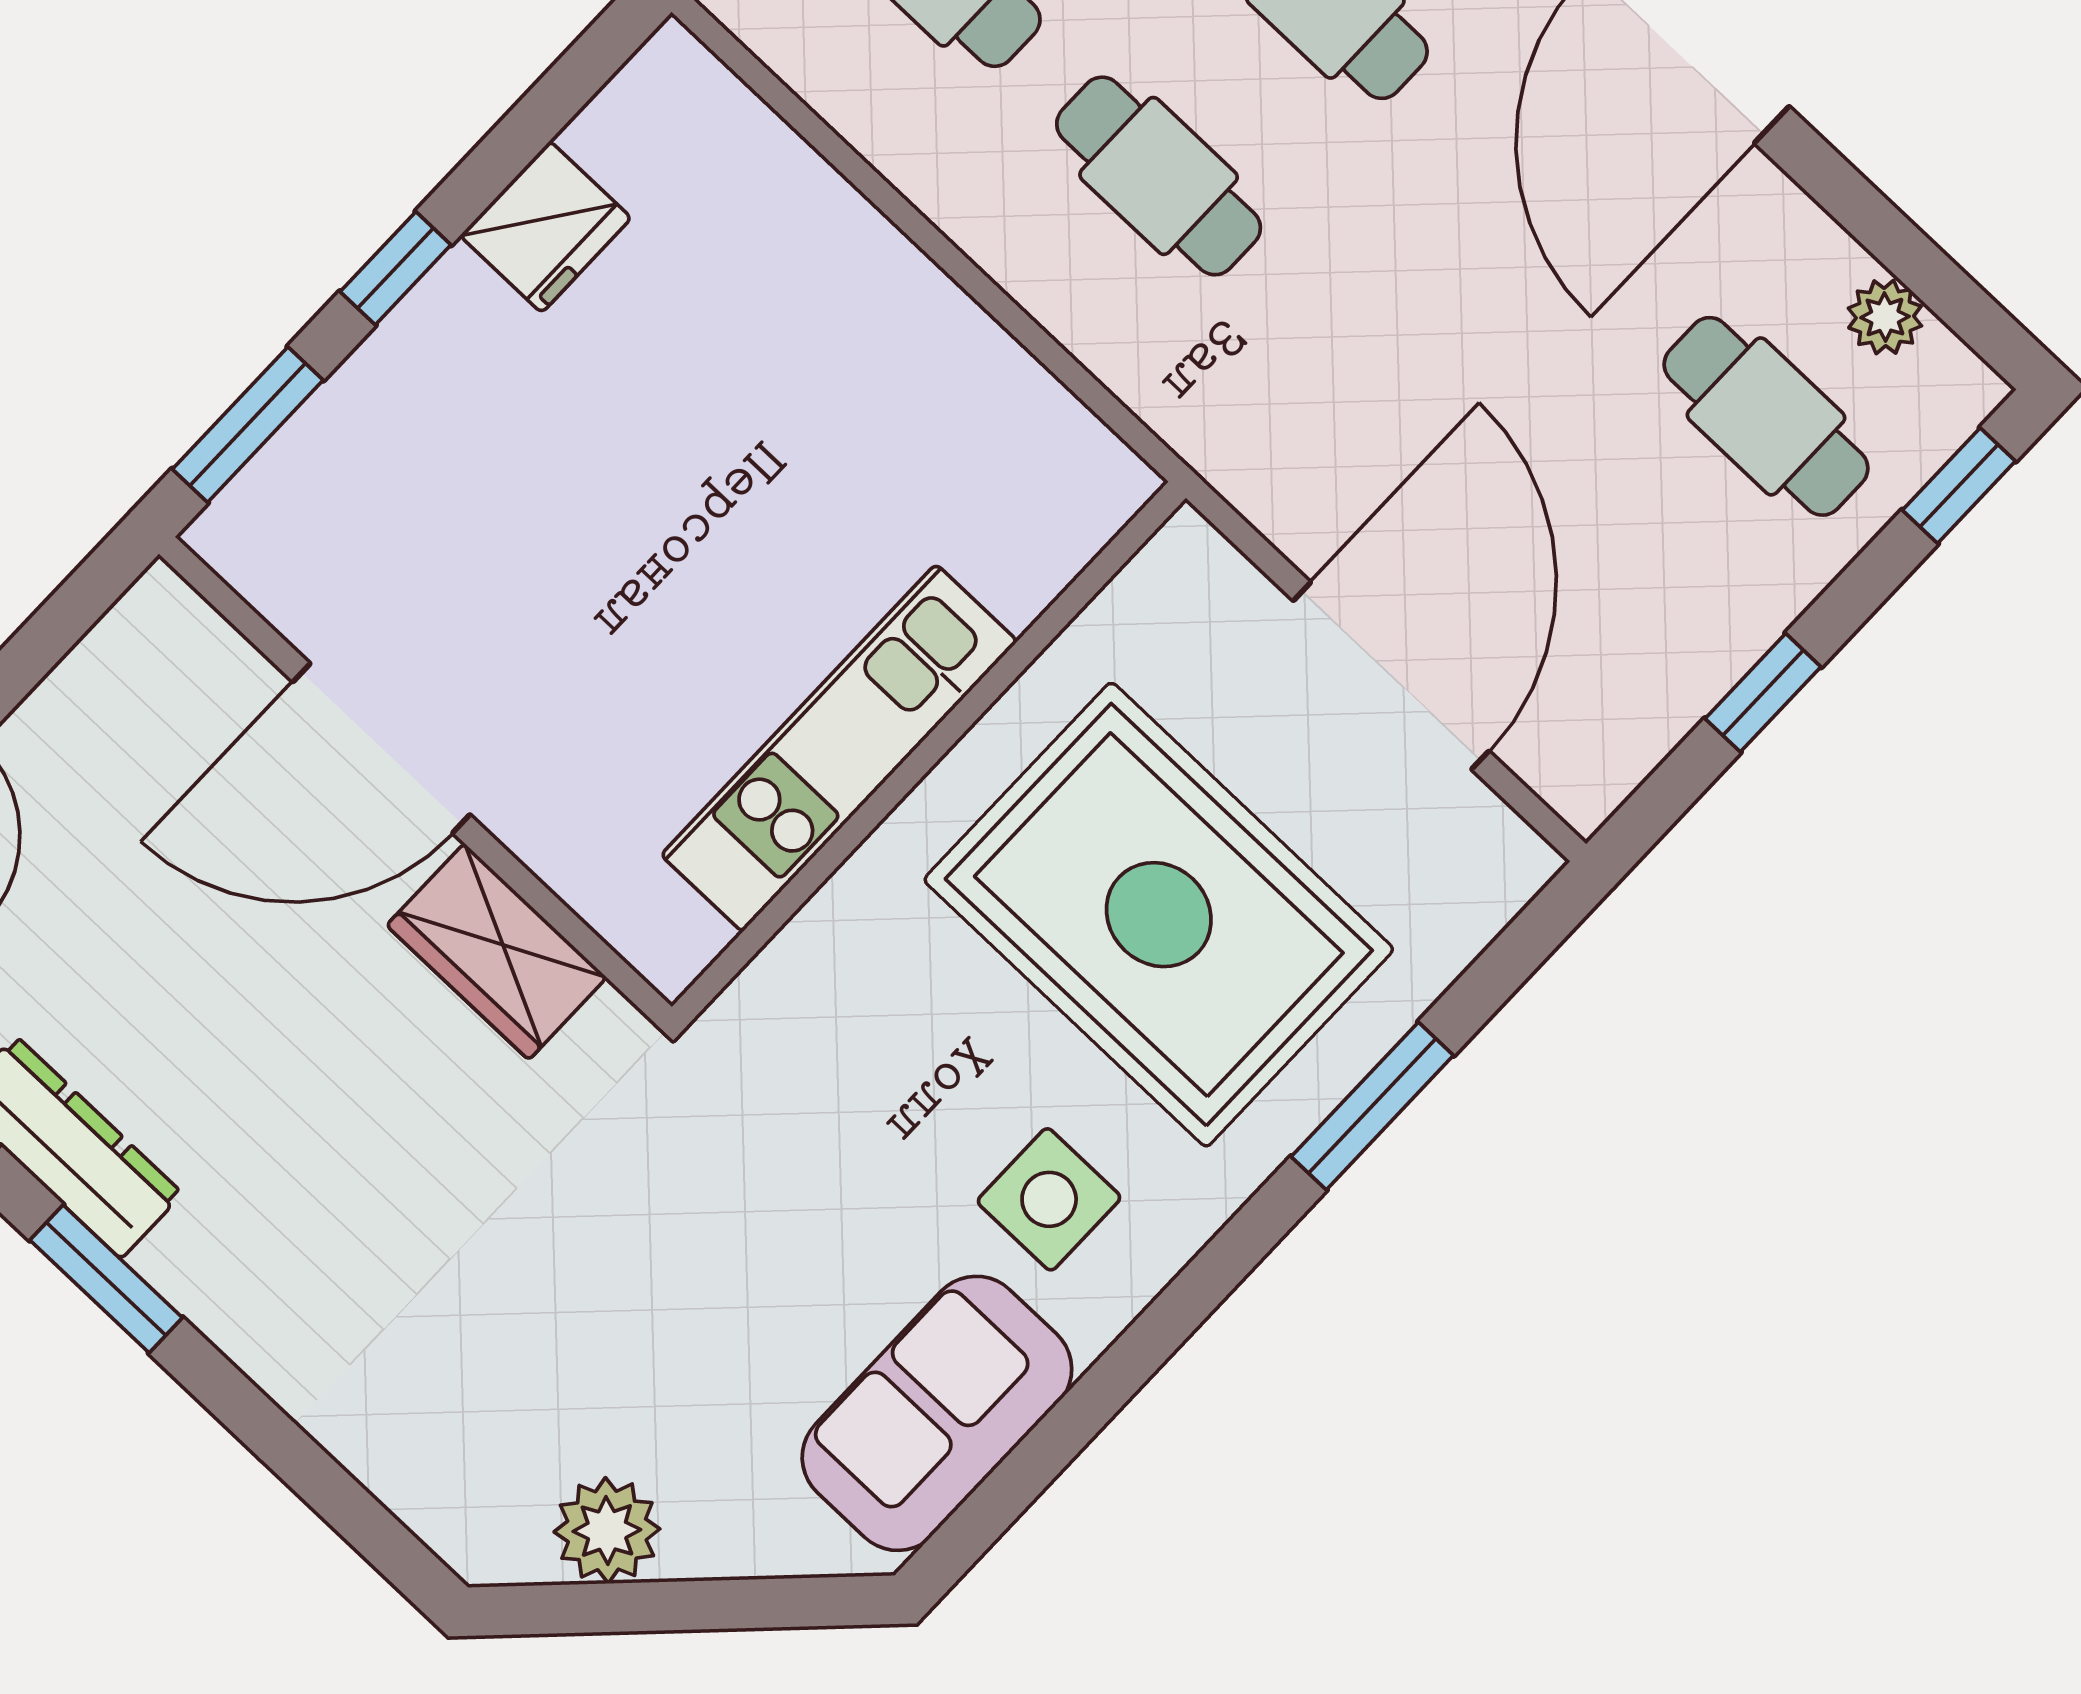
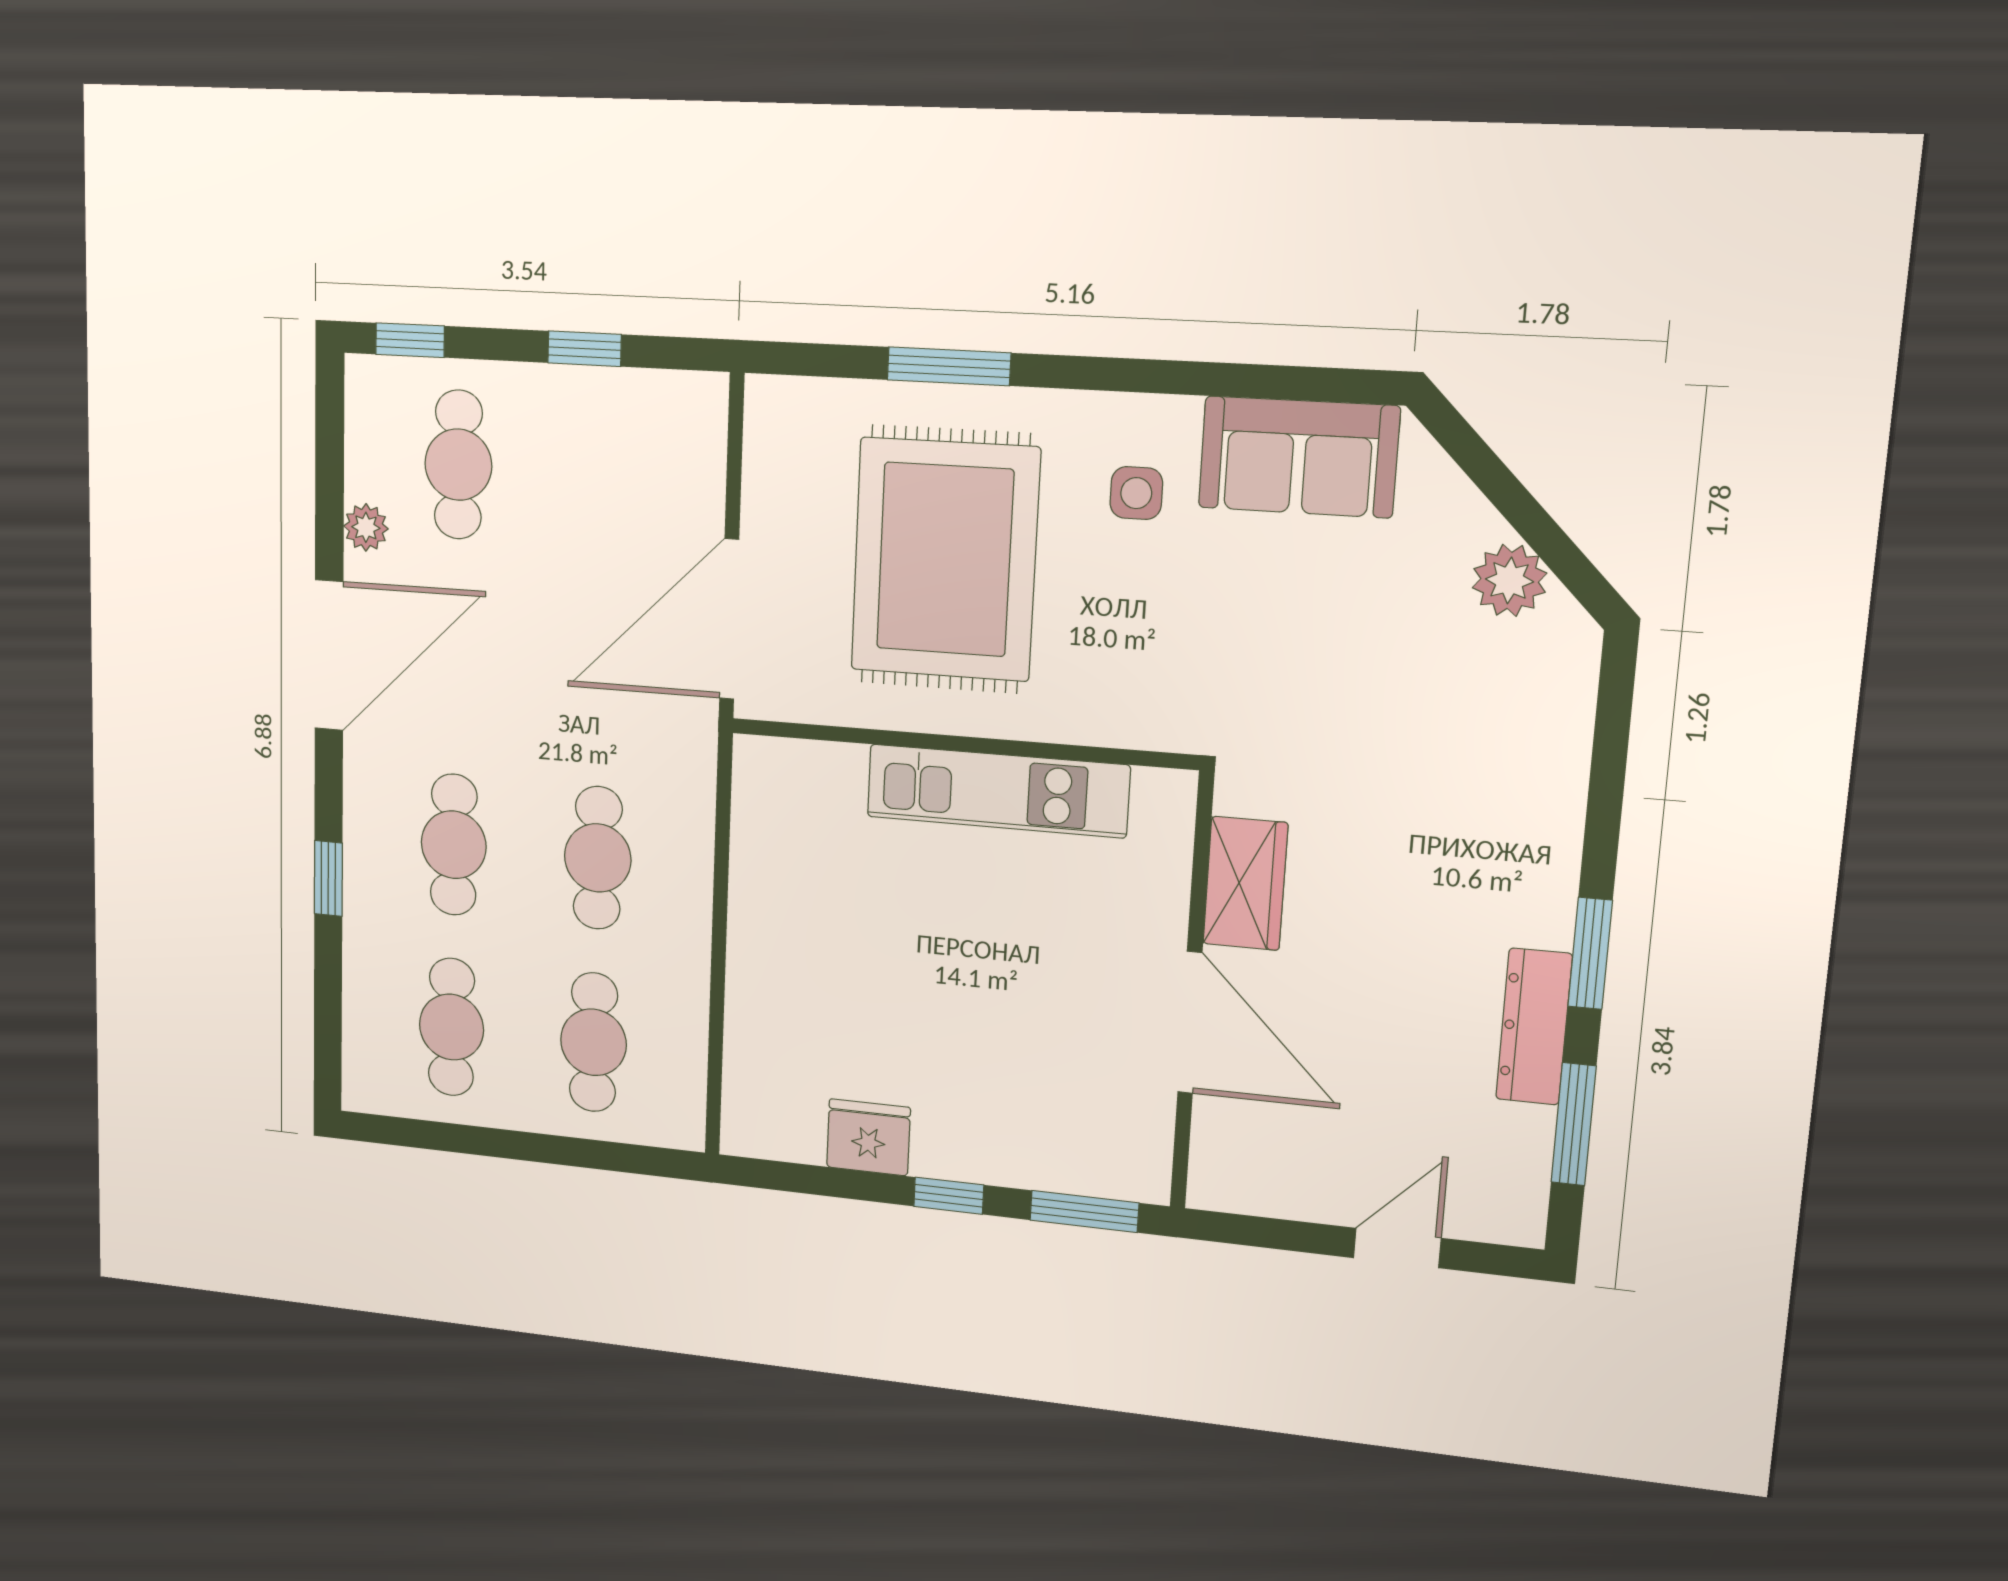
plant: (1885, 317) -> (366, 527), moved
door: (1391, 676) -> (729, 619), moved
side table: (1049, 1199) -> (1136, 493), width x0.73, depth x0.73

